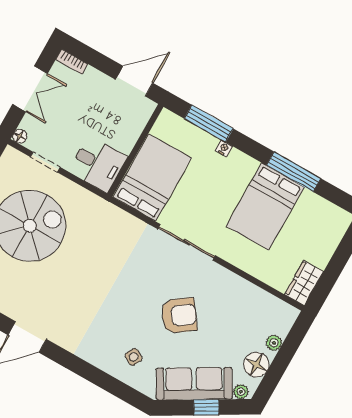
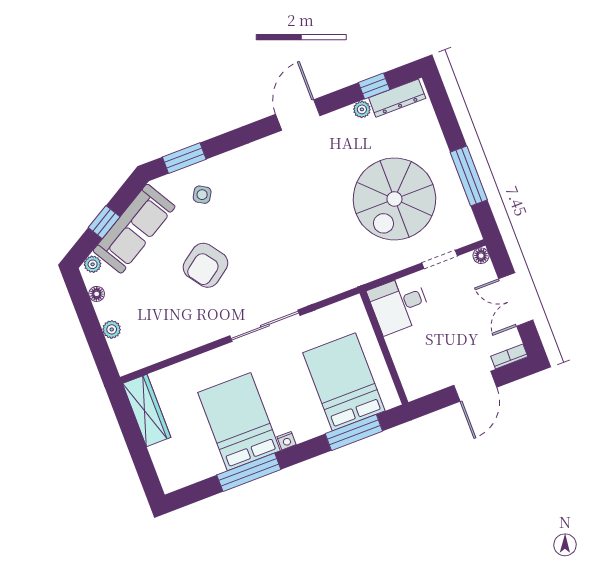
door: (134, 81) -> (475, 386), moved
nightstand: (224, 148) -> (287, 441), moved
bed: (152, 178) -> (344, 382), moved, turned 180
wardrobe: (304, 283) -> (147, 410), width x1.50
floor lamp: (256, 365) -> (97, 294), width x0.53, depth x0.53
window: (119, 389) -> (184, 158), added

